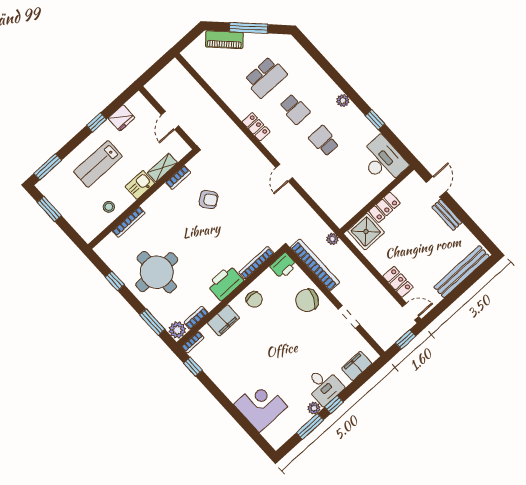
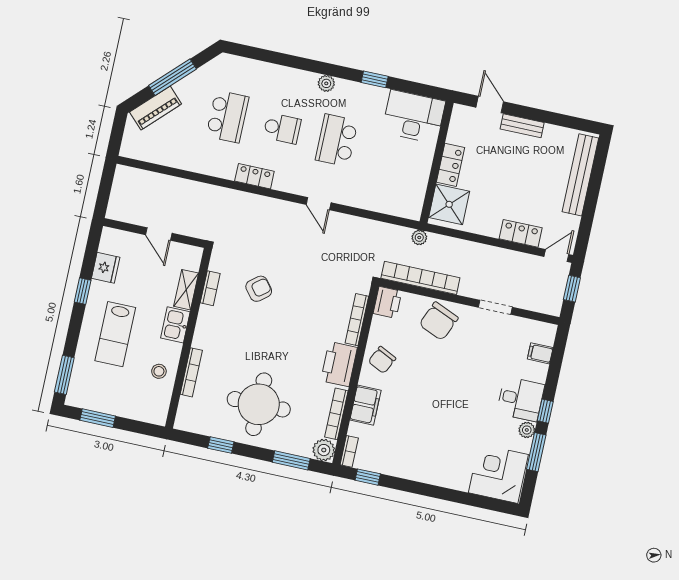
school desk: (324, 141) -> (337, 140), width x1.85
chair: (254, 299) -> (382, 360), turned 116
bookcase: (196, 318) -> (336, 414), width x1.56
filing cabinet: (357, 366) -> (540, 353), width x0.50
corner desk: (261, 405) -> (498, 474), moved

